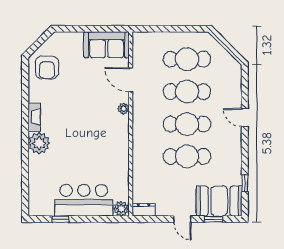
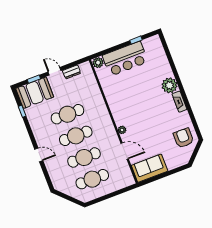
dresser: (144, 210) -> (72, 72), moved

